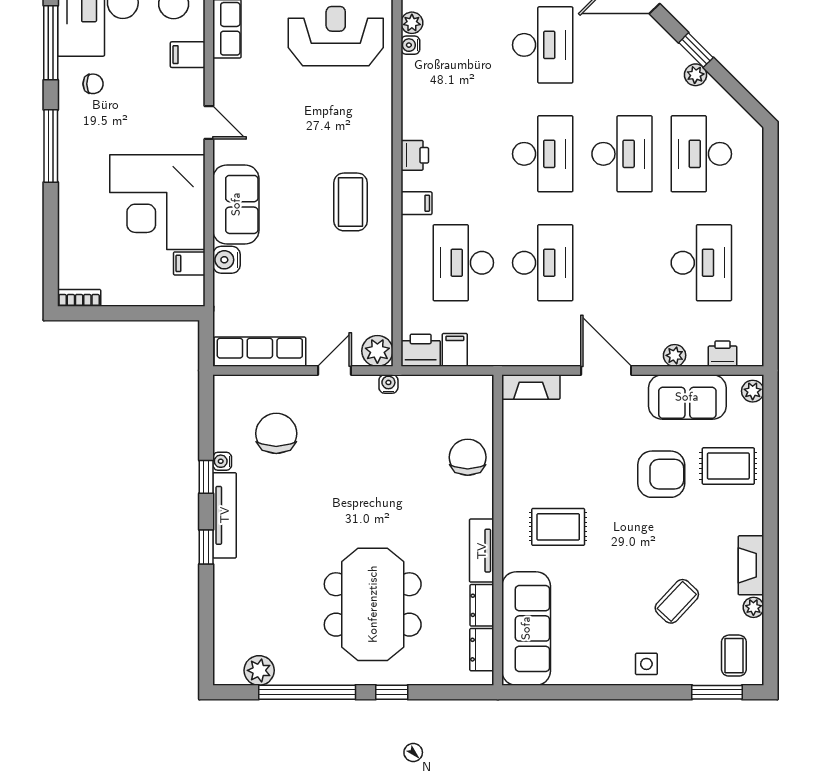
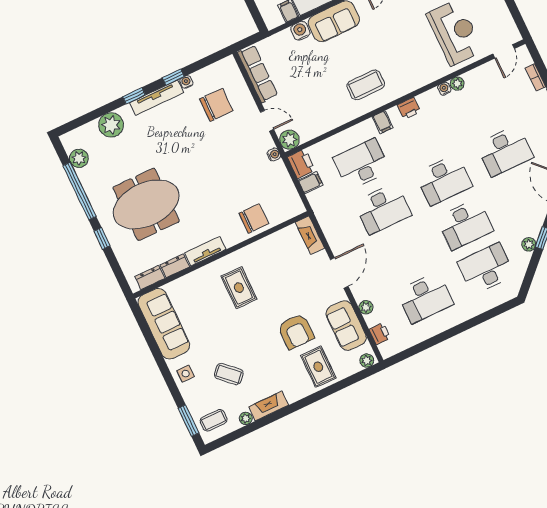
plant: (412, 23) -> (457, 84), moved
water cooler: (410, 45) -> (444, 89), moved
plant: (233, 601) -> (111, 125), added
sofa: (526, 628) -> (164, 324), moved, turned -90

